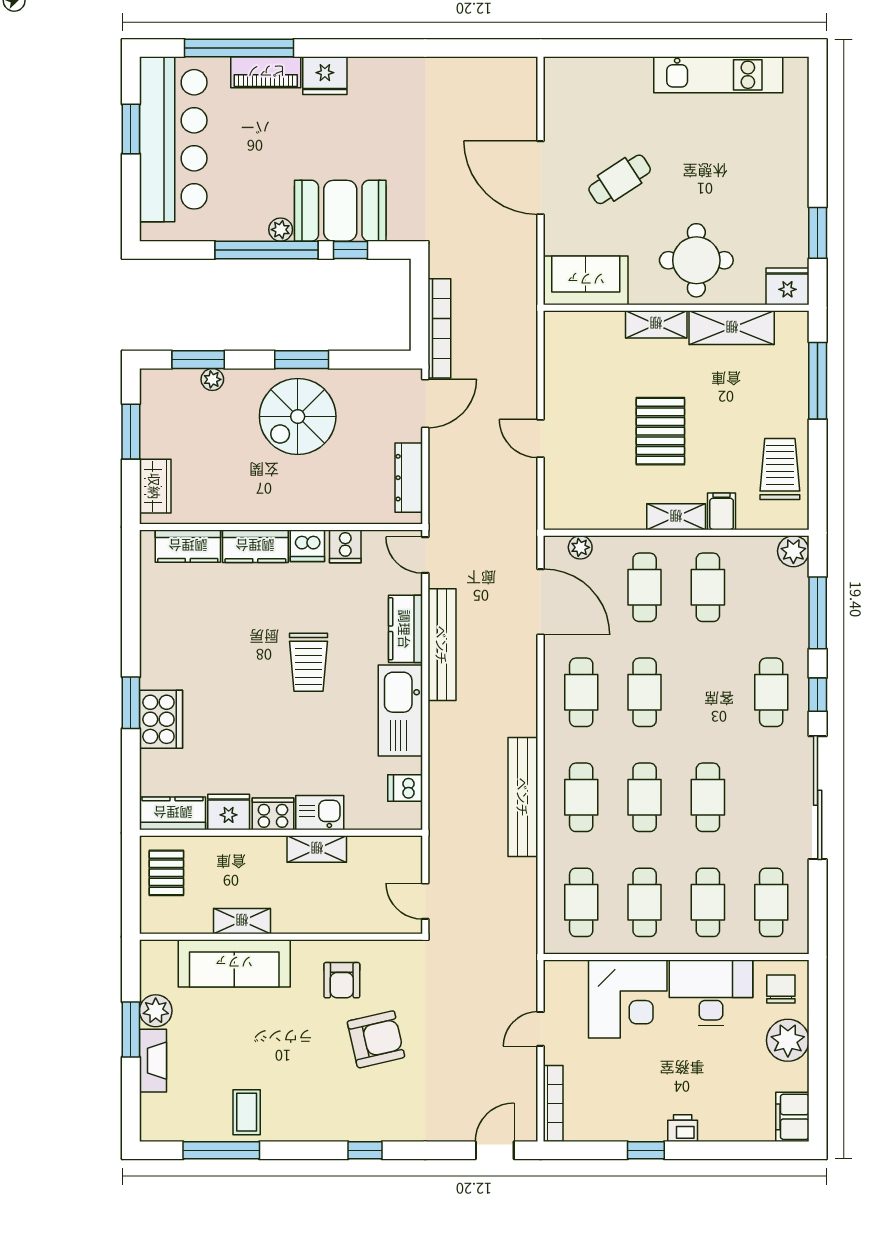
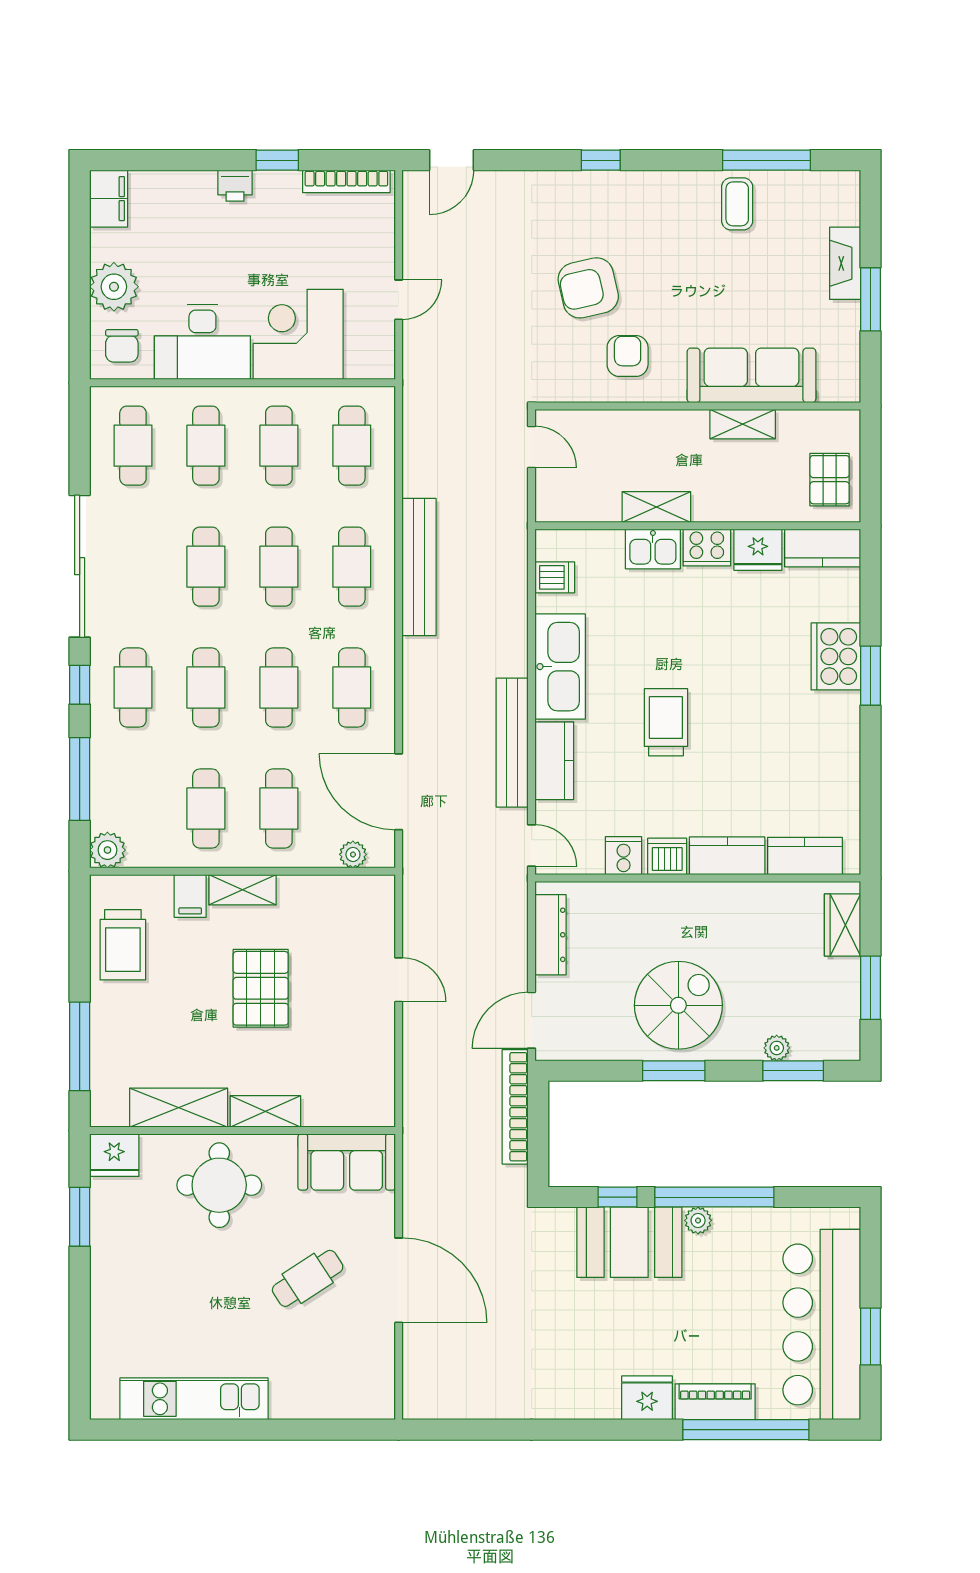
cafe table: (708, 692) -> (206, 688), added
plant: (156, 1011) -> (842, 321), removed
bookcase: (553, 1103) -> (346, 181), moved, turned -90

